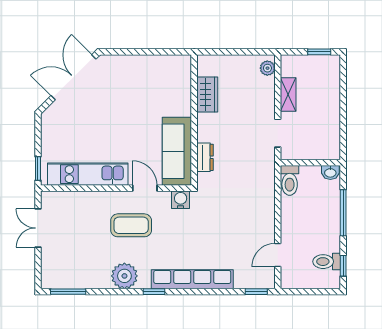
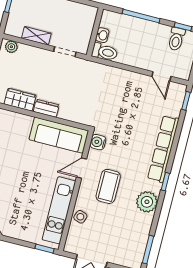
dresser: (205, 157) -> (46, 108), moved
washbasin: (330, 172) -> (102, 35), moved
side table: (87, 201) -> (80, 217), added

